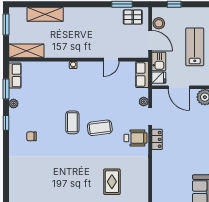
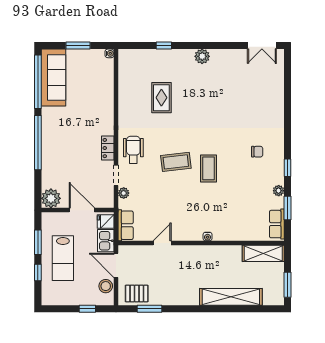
shelving: (45, 14) -> (231, 297), width x1.47
wheelchair: (136, 138) -> (133, 150), turned 90

